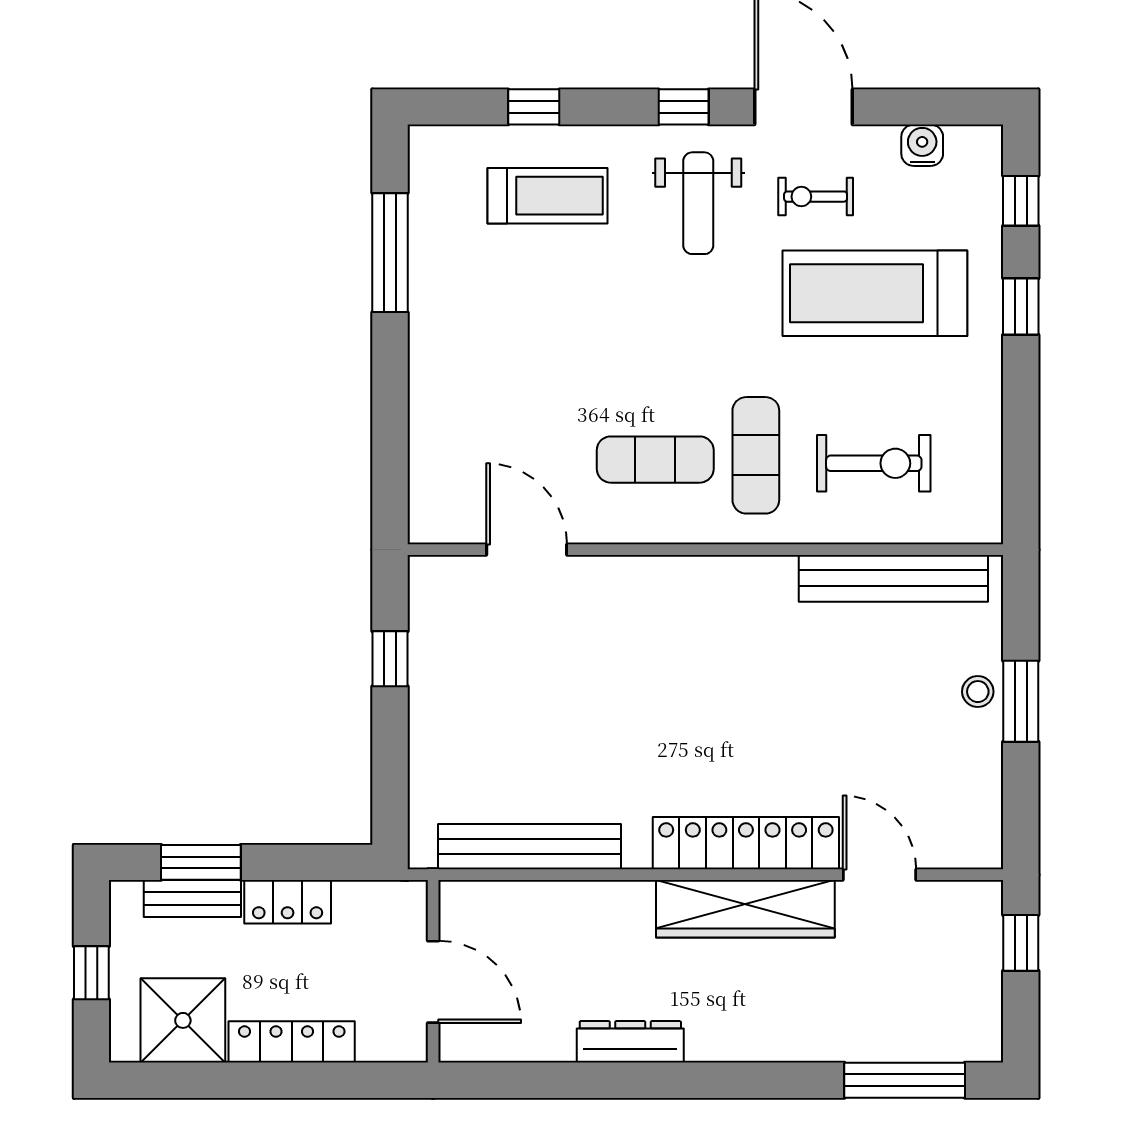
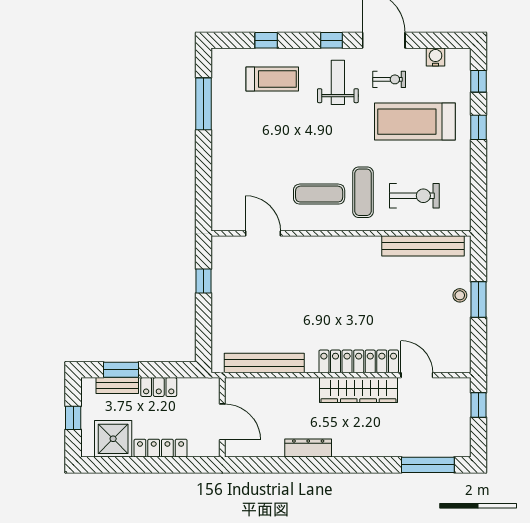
exercise bike: (816, 197) -> (389, 79), turned 180
weight bench: (698, 203) -> (338, 82), turned 180

